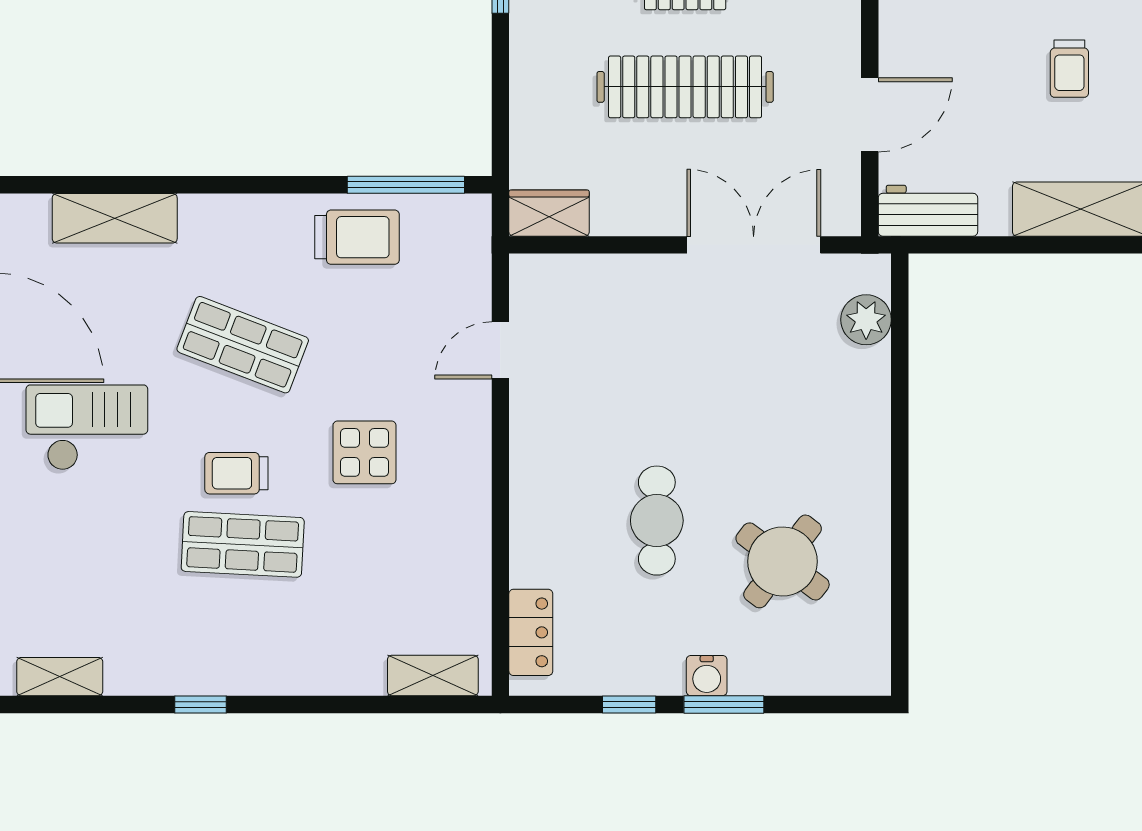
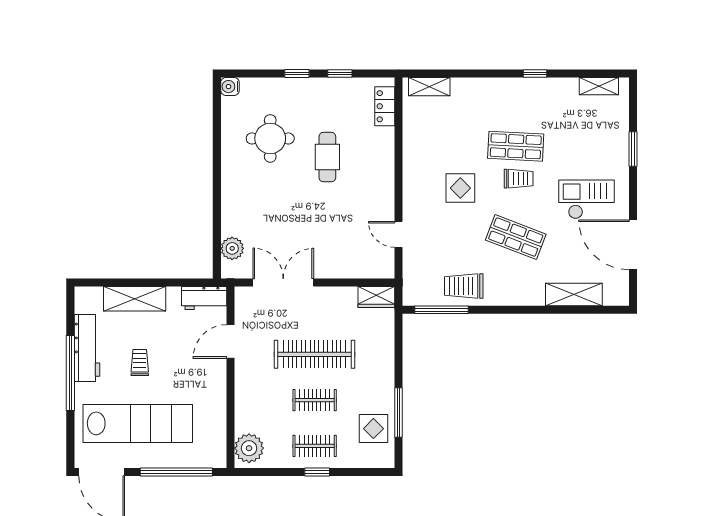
double door: (754, 245) -> (283, 282), swing flipped
door: (500, 350) -> (399, 234), swing flipped
checkout: (87, 427) -> (587, 199), turned 180
round table: (783, 561) -> (270, 138), turned -37
water cooler: (707, 676) -> (230, 87), moved, turned -90
window: (724, 704) -> (297, 73), width x0.67

